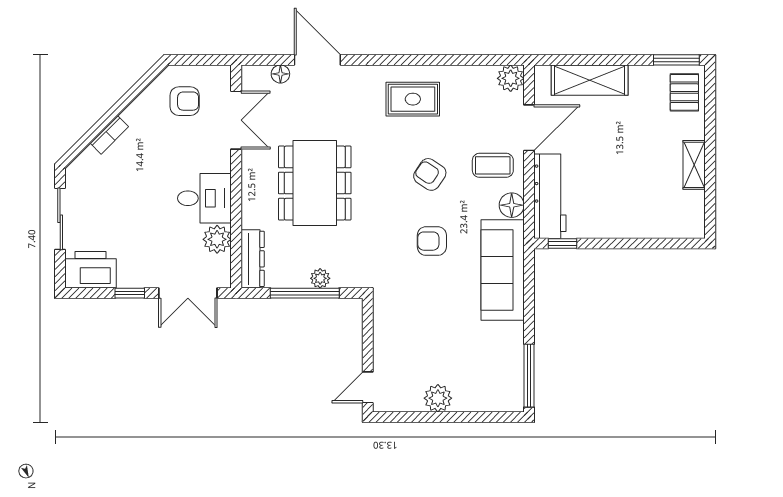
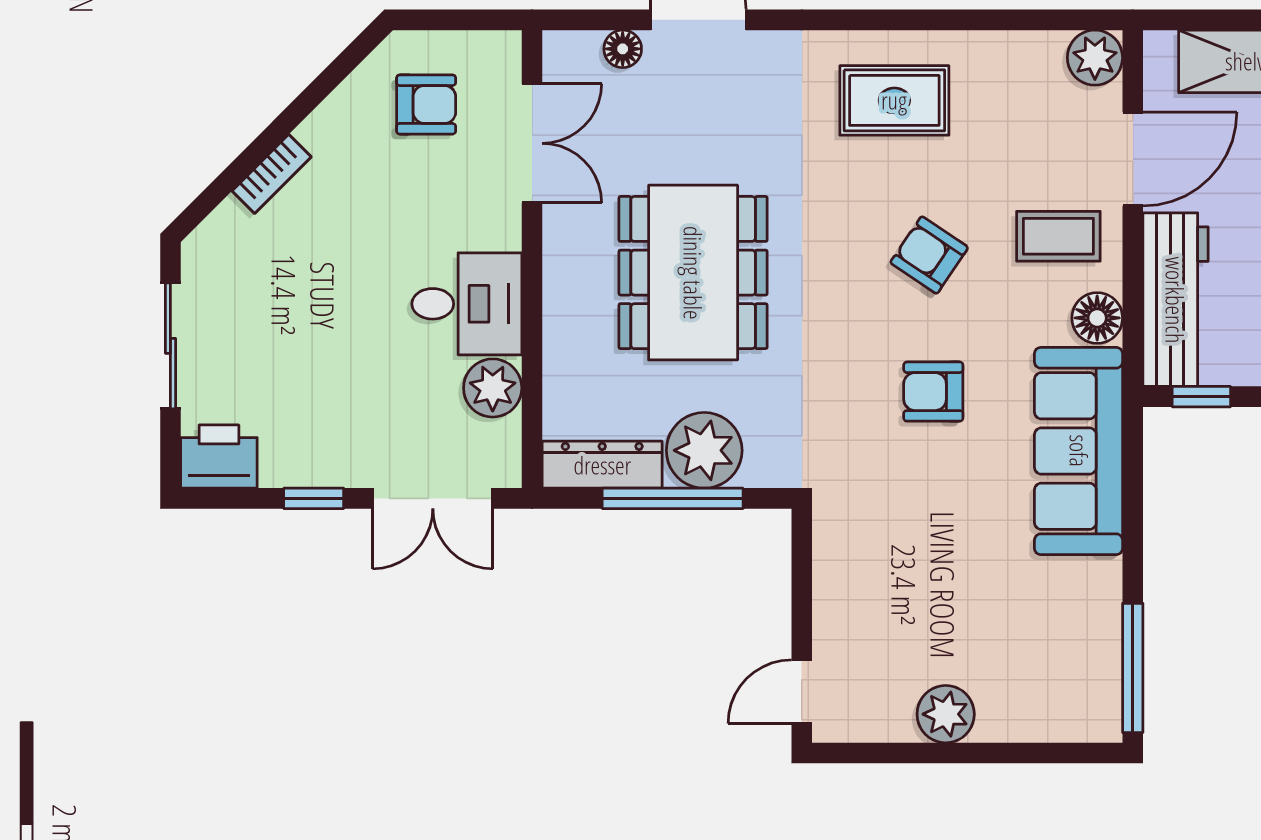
dresser: (253, 259) -> (602, 465), moved, turned -90
printer: (91, 270) -> (219, 457), width x0.73, depth x0.84
plant: (320, 278) -> (704, 450), width x1.88, depth x1.88

